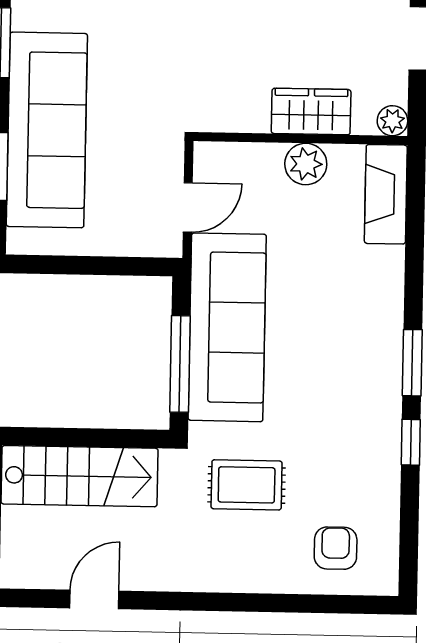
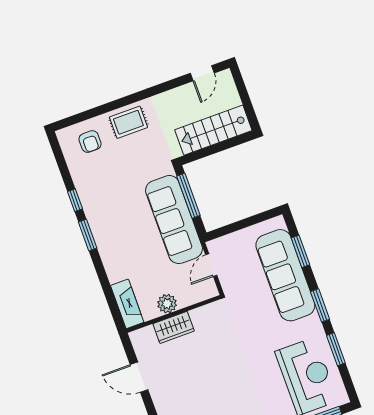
plant: (392, 121) -> (137, 337), removed
rug: (247, 485) -> (128, 122), moved
door: (94, 599) -> (202, 73), moved

